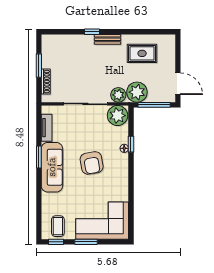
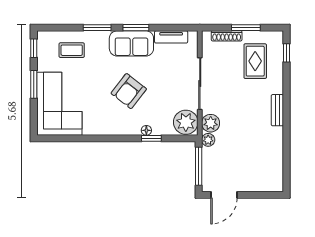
window: (92, 32) -> (286, 53), moved
rug: (142, 53) -> (255, 61), moved
plant: (137, 92) -> (208, 140), width x0.53, depth x0.53
armchair: (92, 163) -> (129, 91), turned -42
sofa: (52, 167) -> (131, 43), width x0.73
window: (39, 189) -> (97, 28), added
coffee table: (58, 226) -> (72, 50), moved

